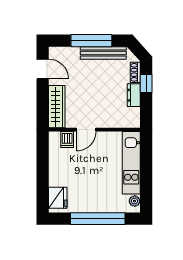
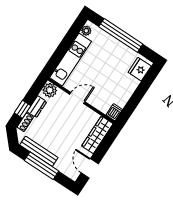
plant: (132, 120) -> (50, 90), added
door: (86, 130) -> (77, 98), moved
dishwasher: (67, 140) -> (114, 112), moved

